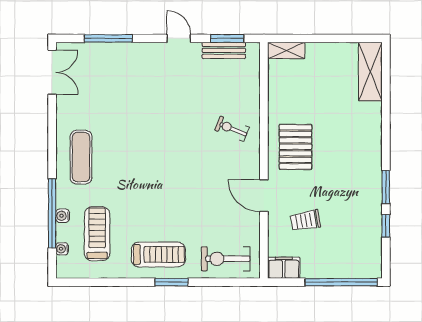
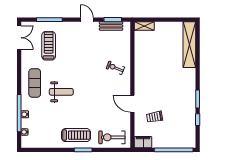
shelving: (370, 72) -> (189, 45), width x1.47
pallet: (296, 147) -> (149, 78), removed
weight bench: (131, 174) -> (61, 92), added
treadmill: (97, 234) -> (49, 46), moved

